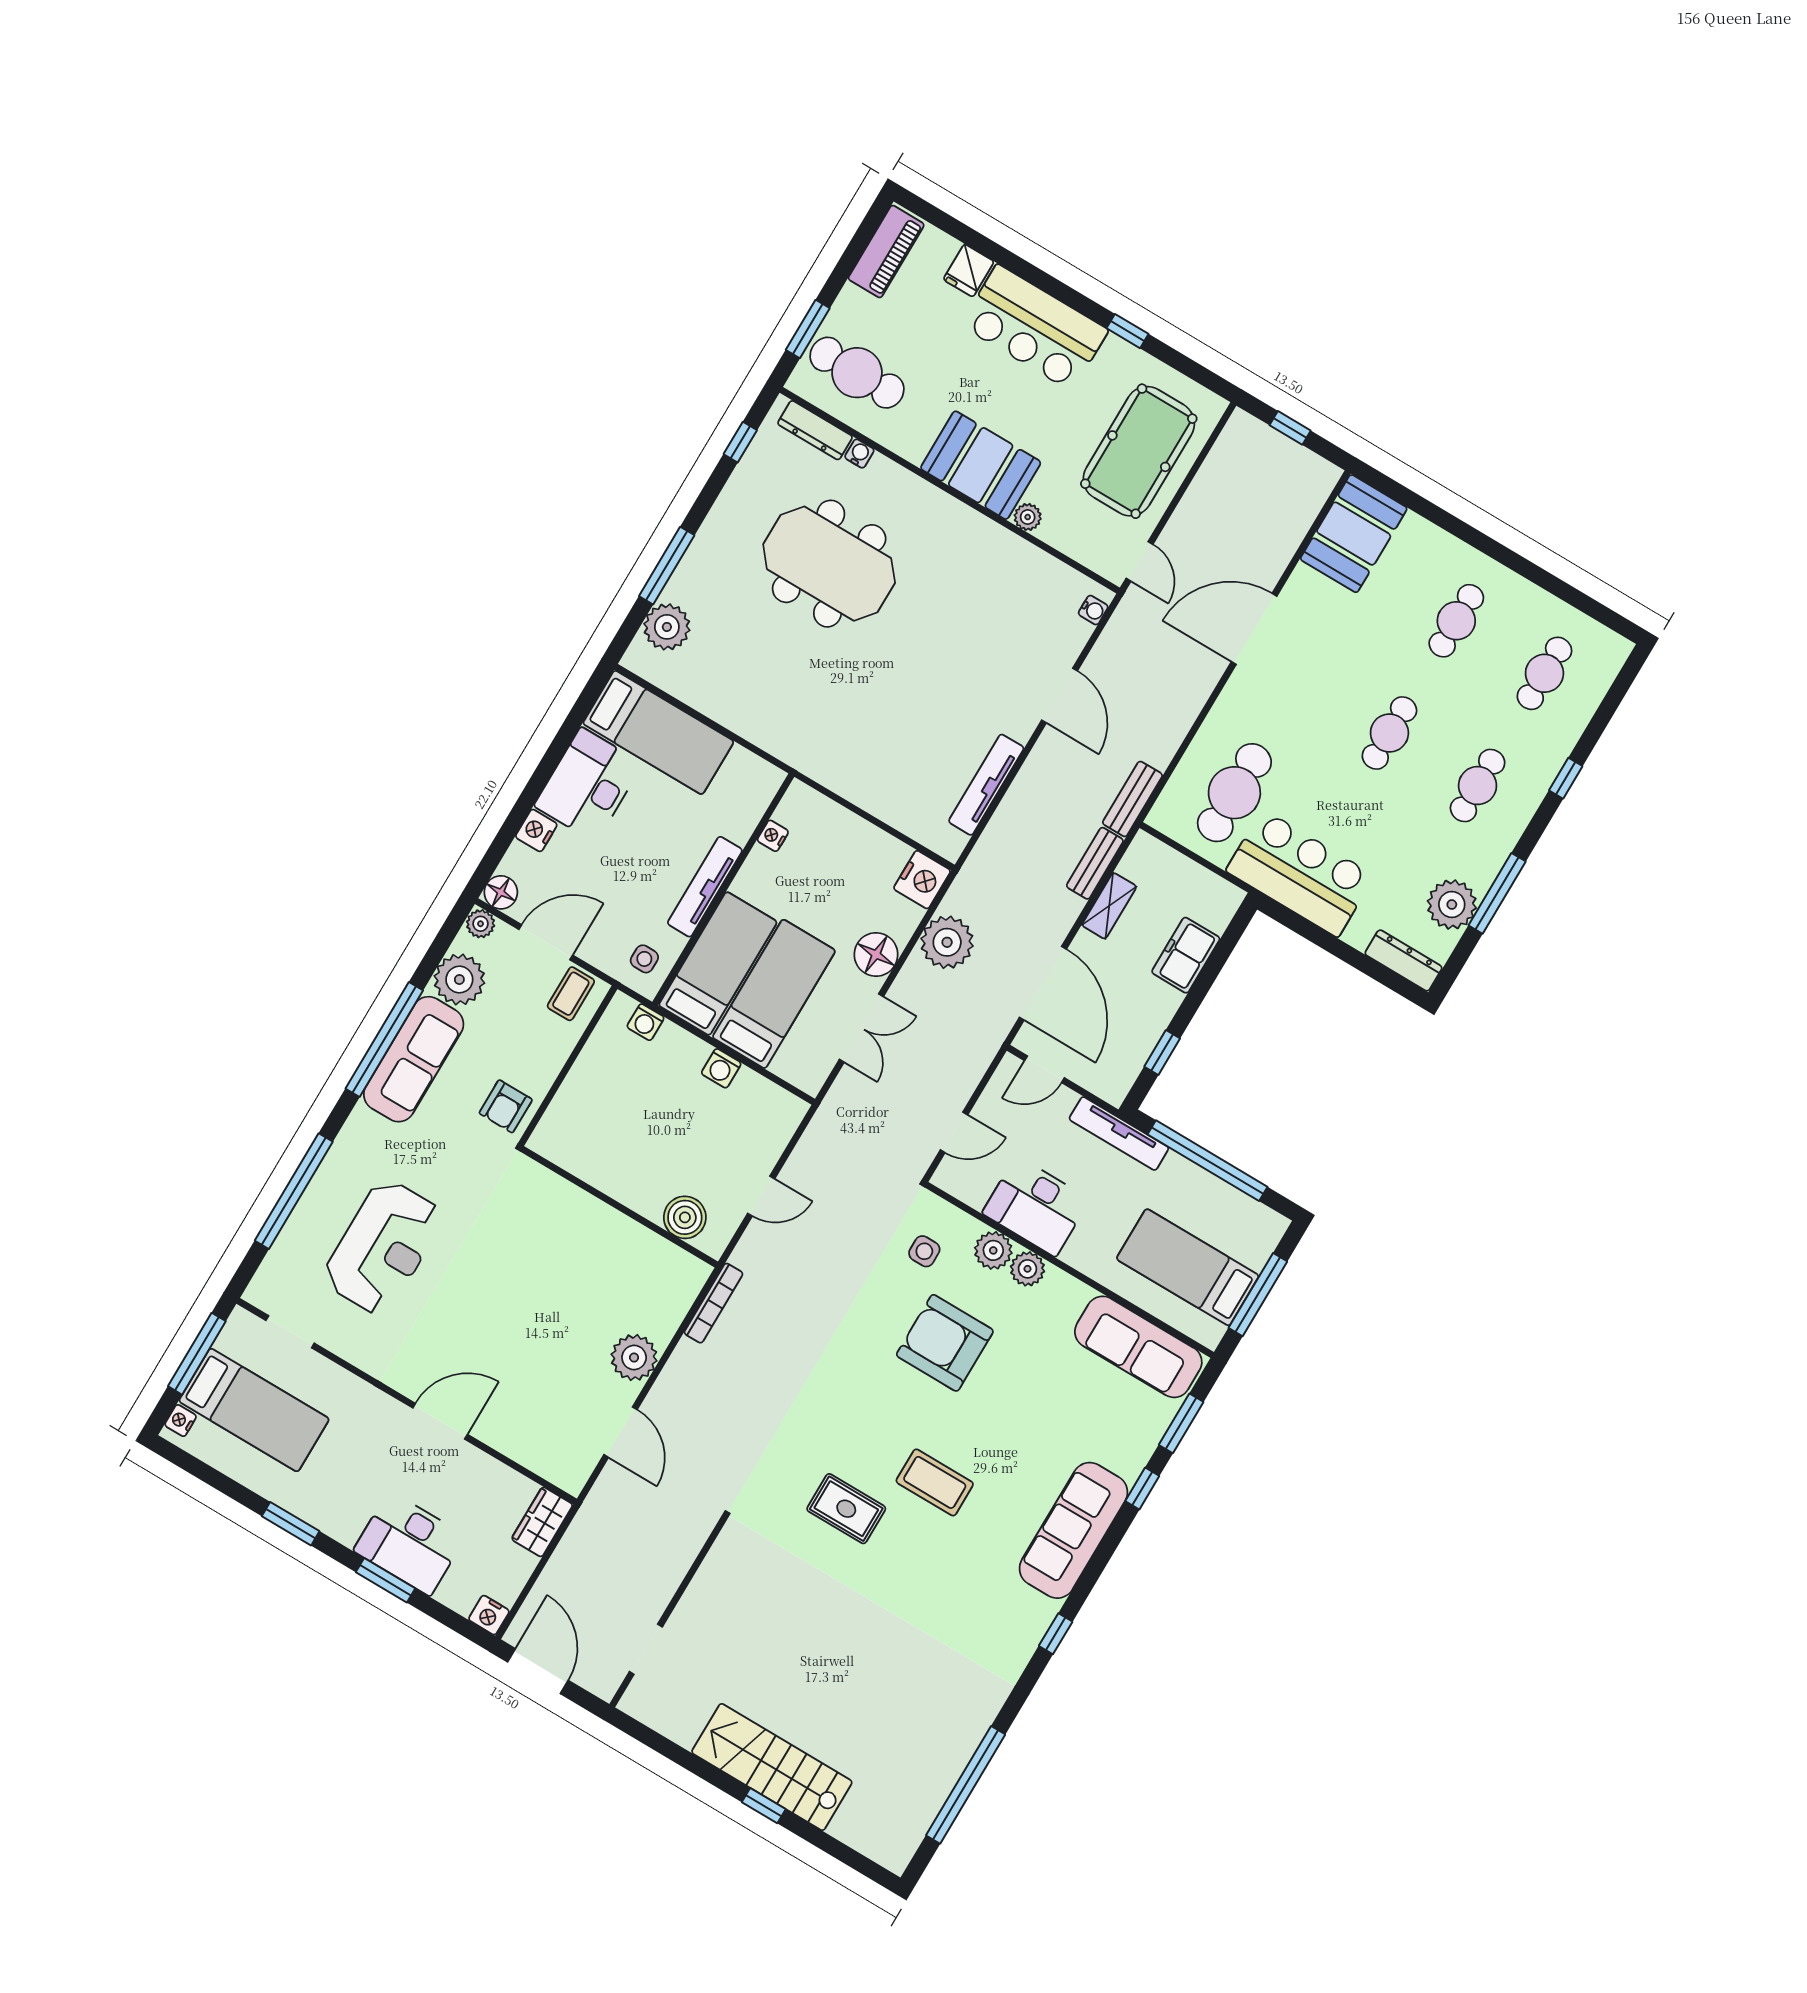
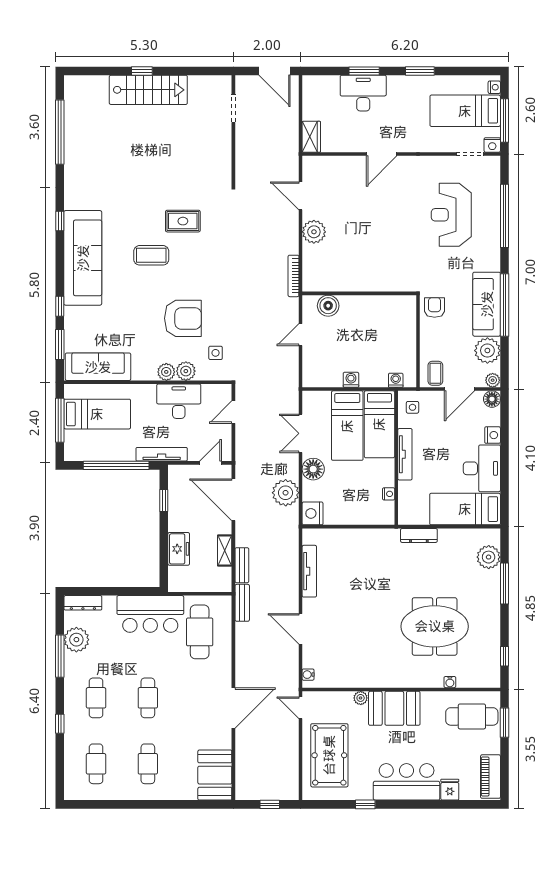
dresser: (815, 430) -> (419, 535), moved, turned 180
sofa: (1073, 1530) -> (83, 258), width x1.36, depth x1.27
nightstand: (489, 1615) -> (492, 145), moved, turned 180

